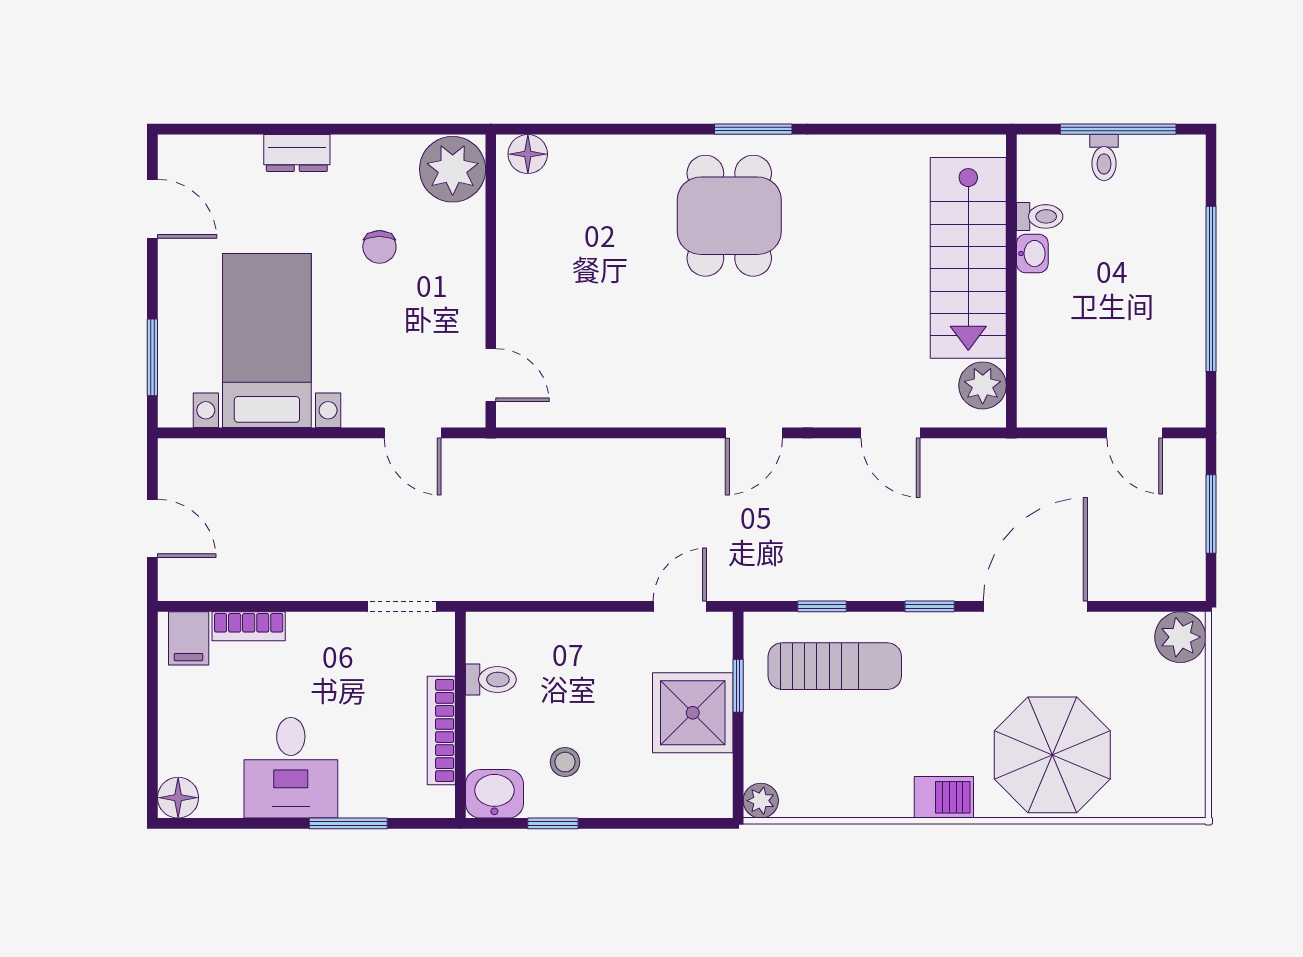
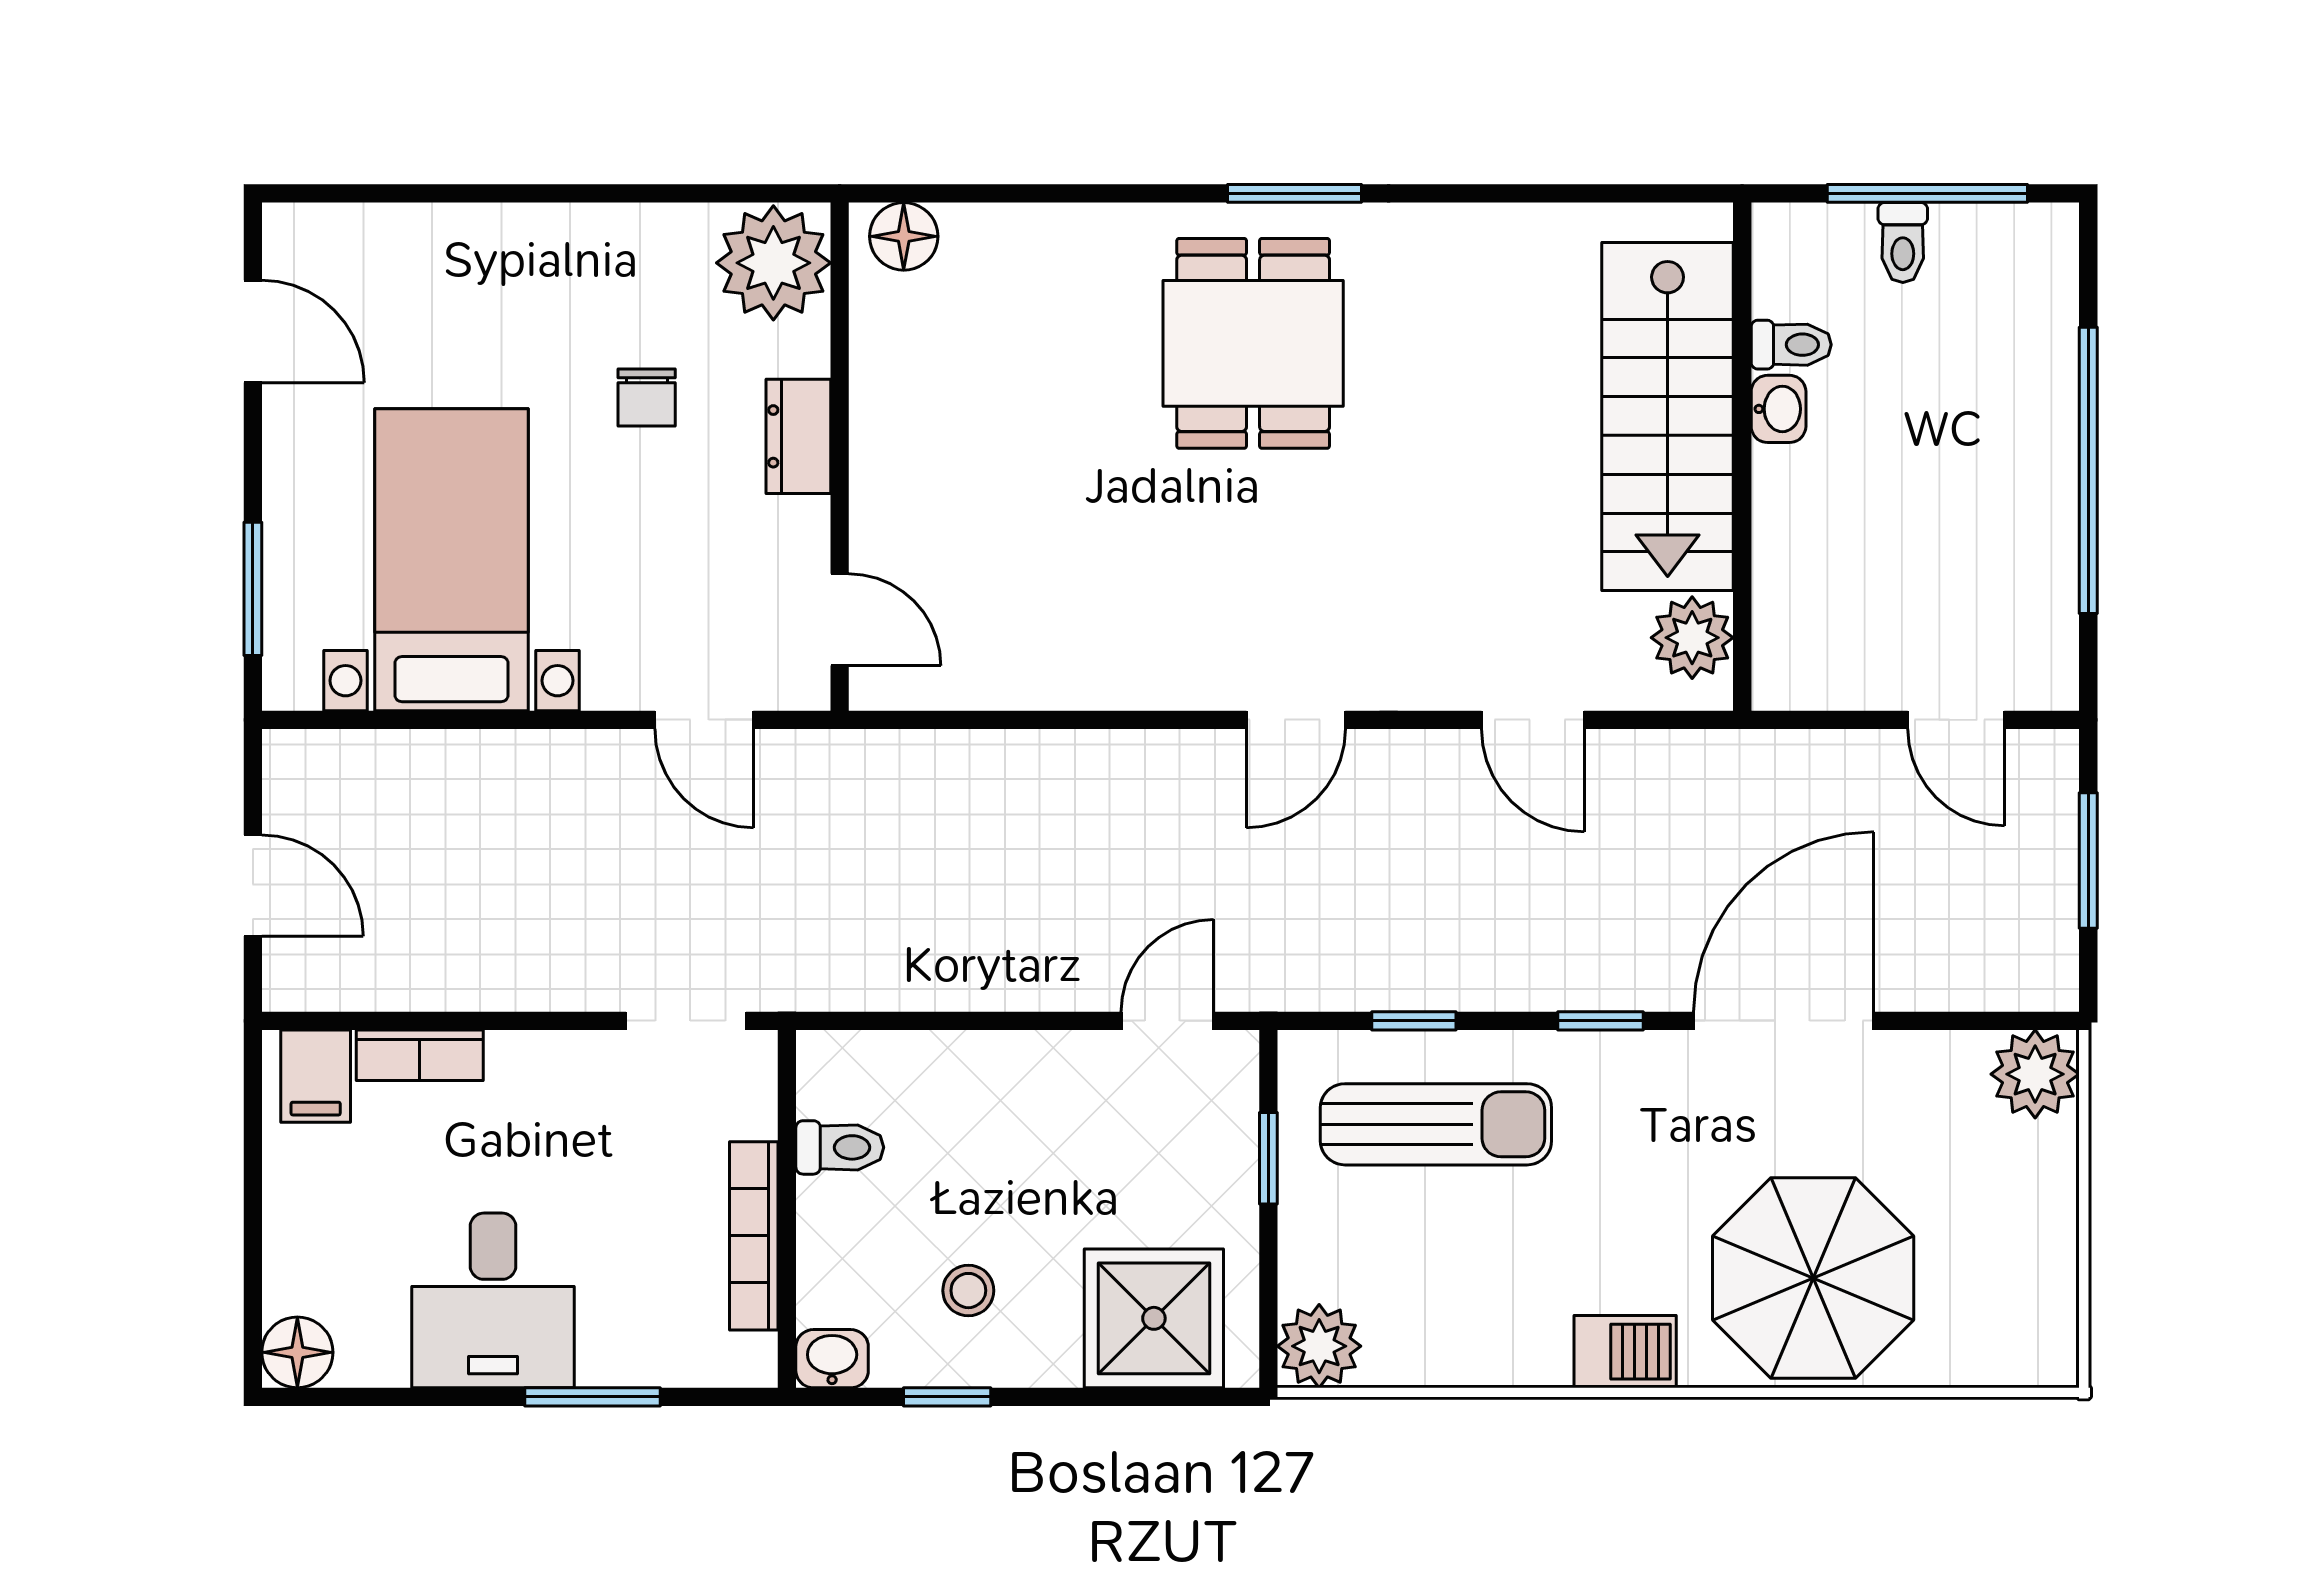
dresser: (297, 153) -> (798, 436), moved, turned 90
shower: (693, 713) -> (1154, 1318), moved
washbasin: (494, 794) -> (832, 1359), width x0.72, depth x0.69
plant: (761, 801) -> (1319, 1346), width x1.38, depth x1.38

